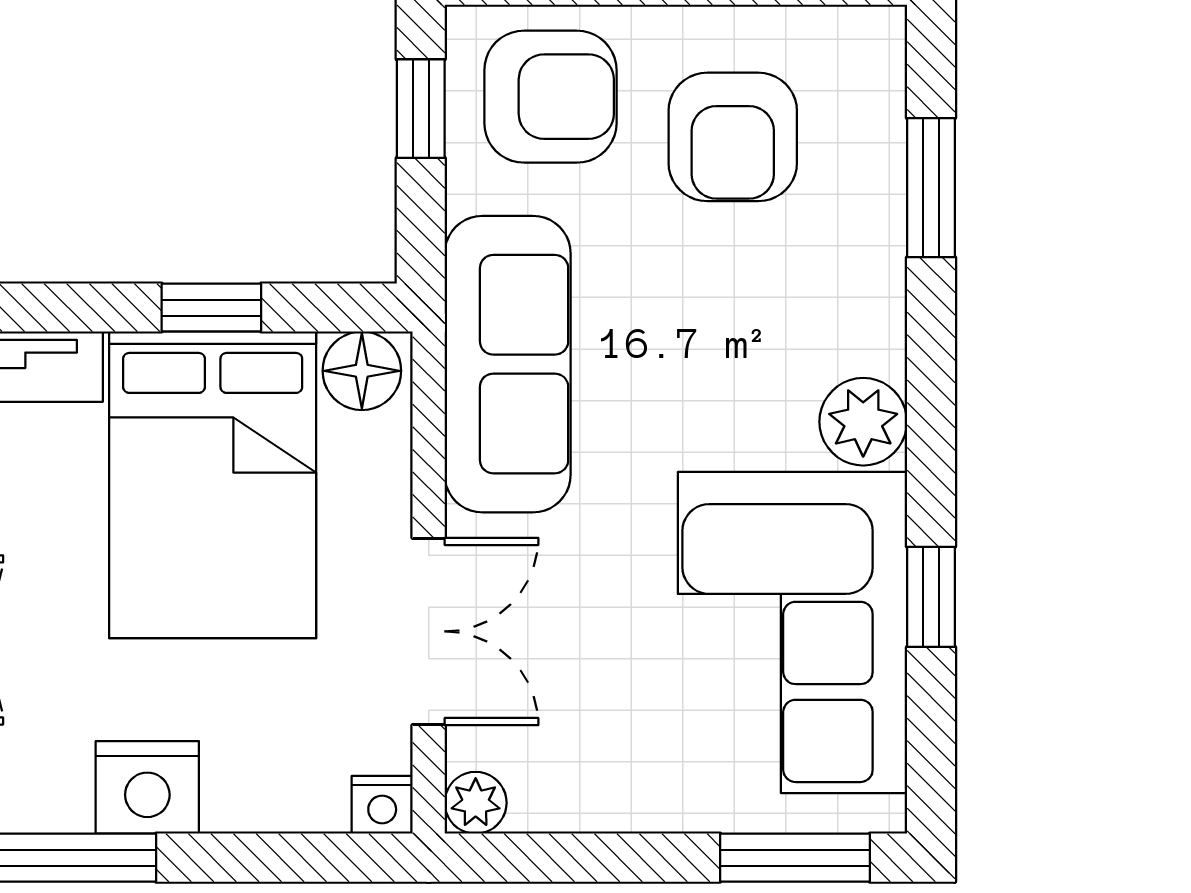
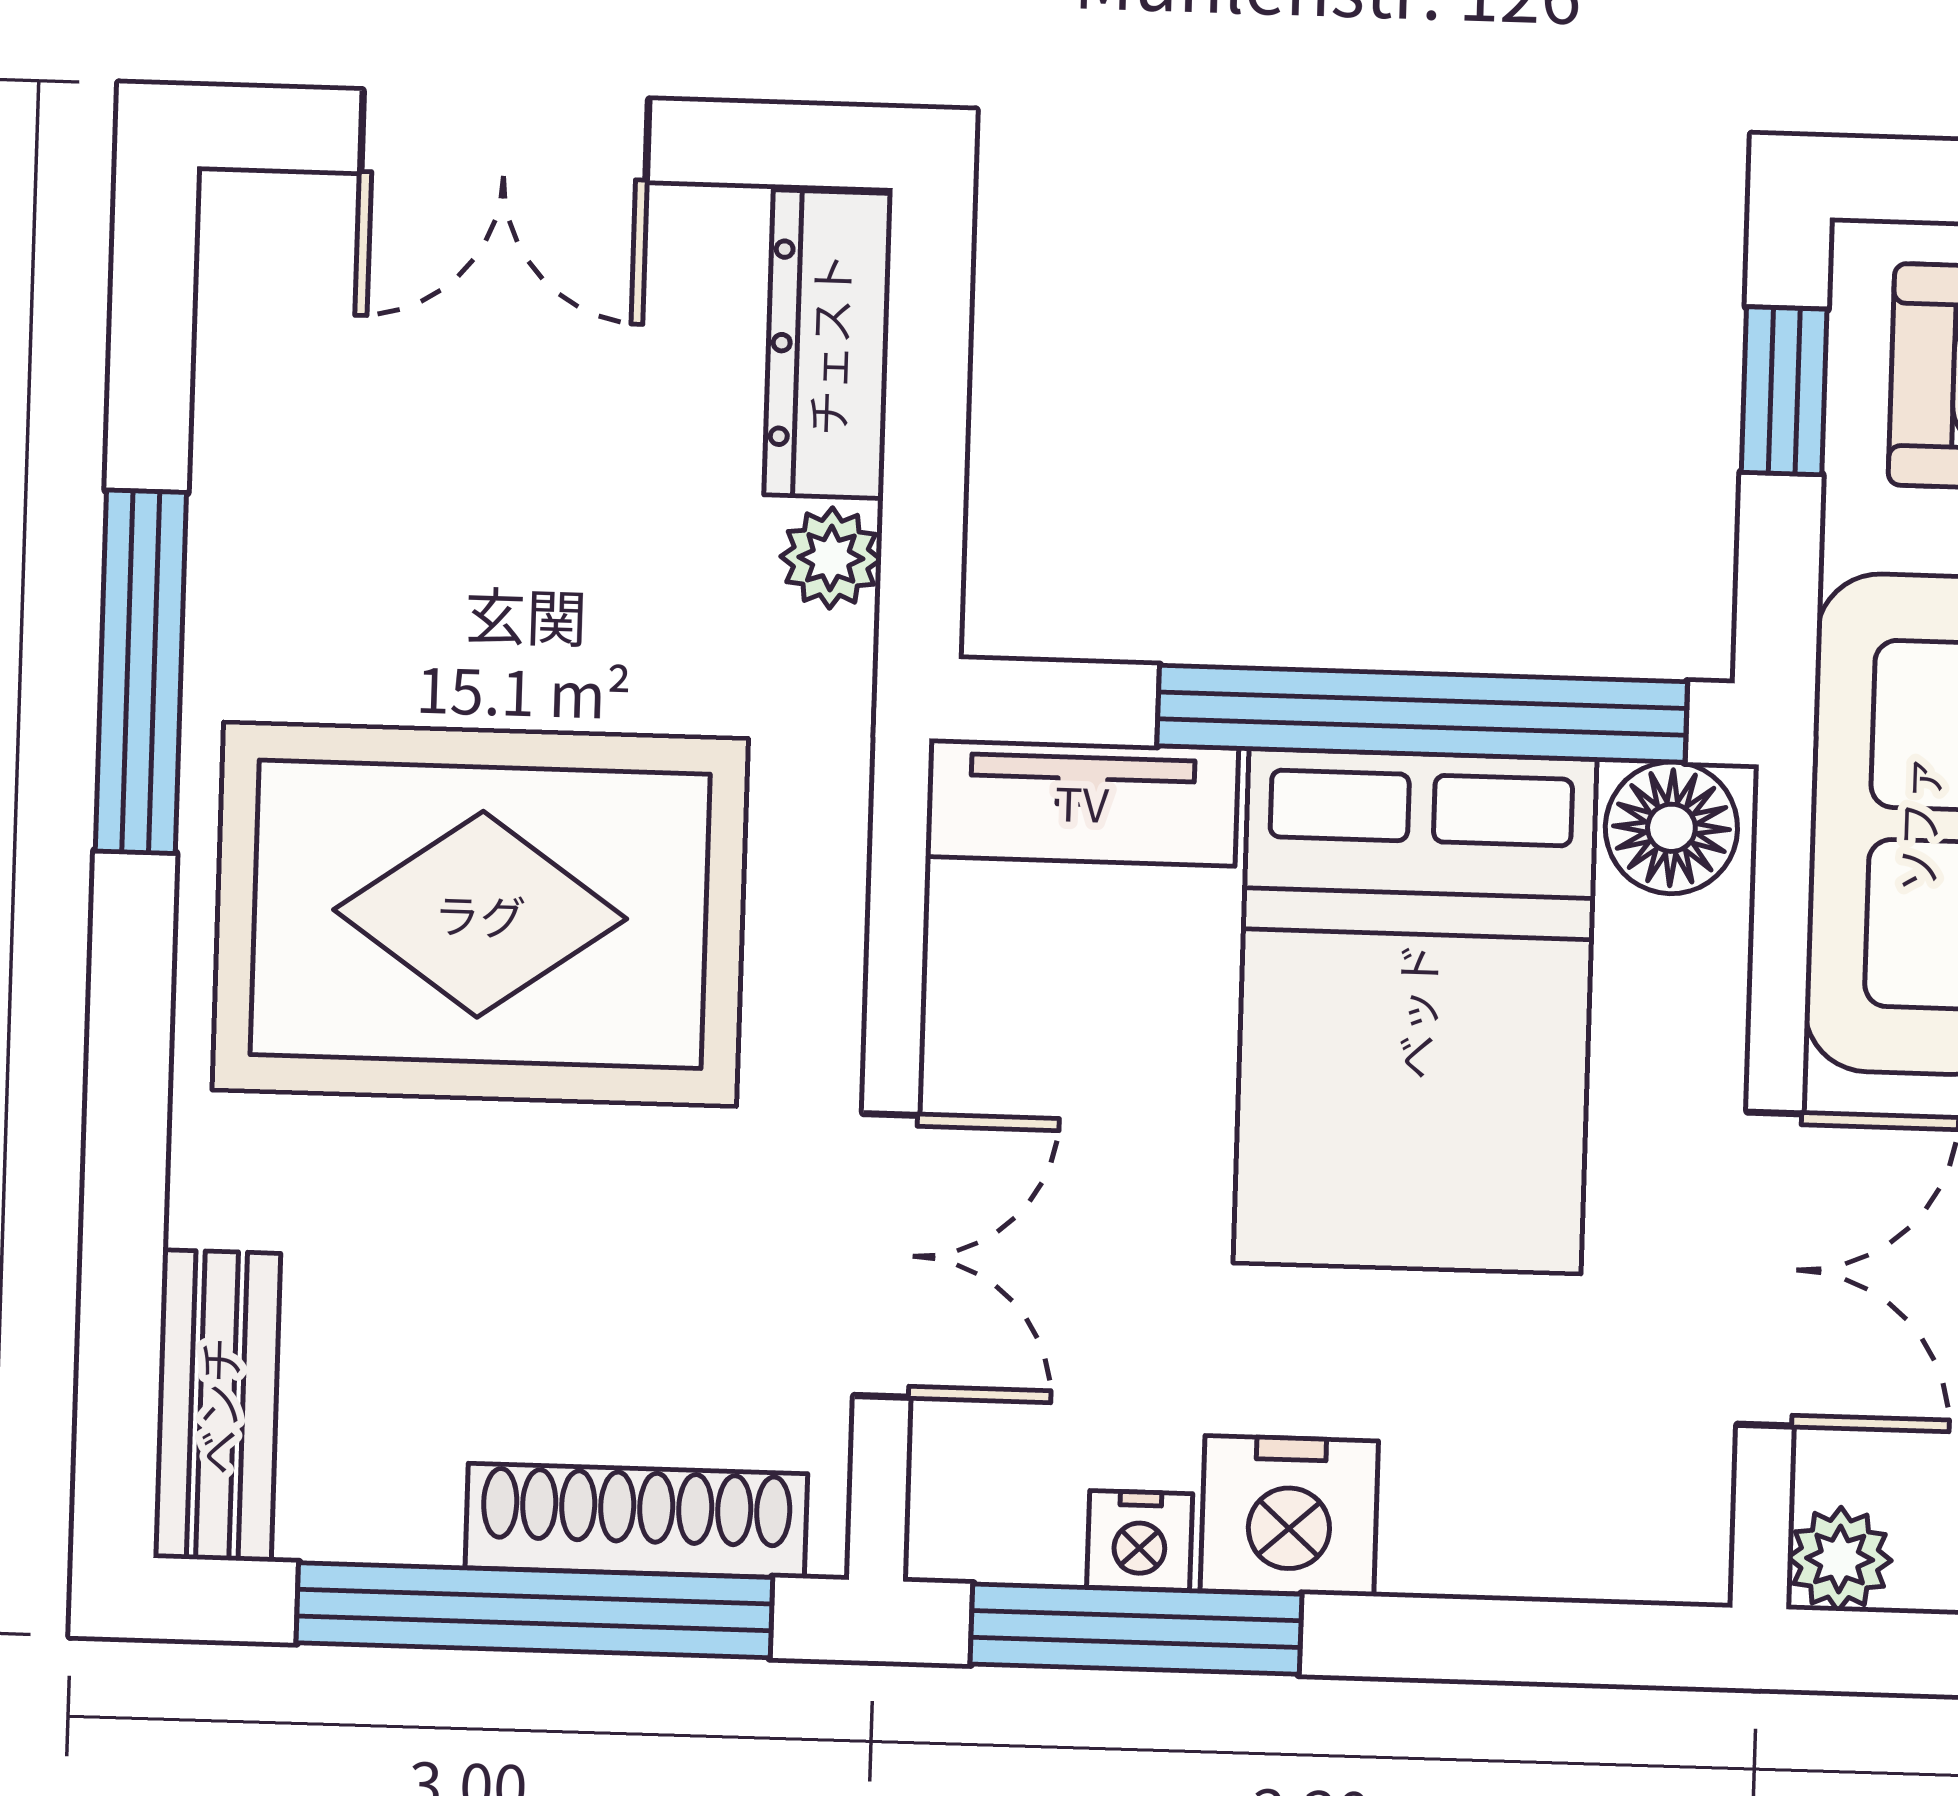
window: (211, 308) -> (1422, 714), width x3.17
nightstand: (382, 805) -> (1140, 1540), moved

